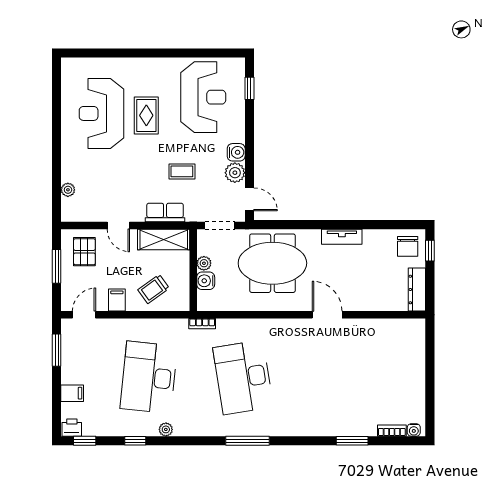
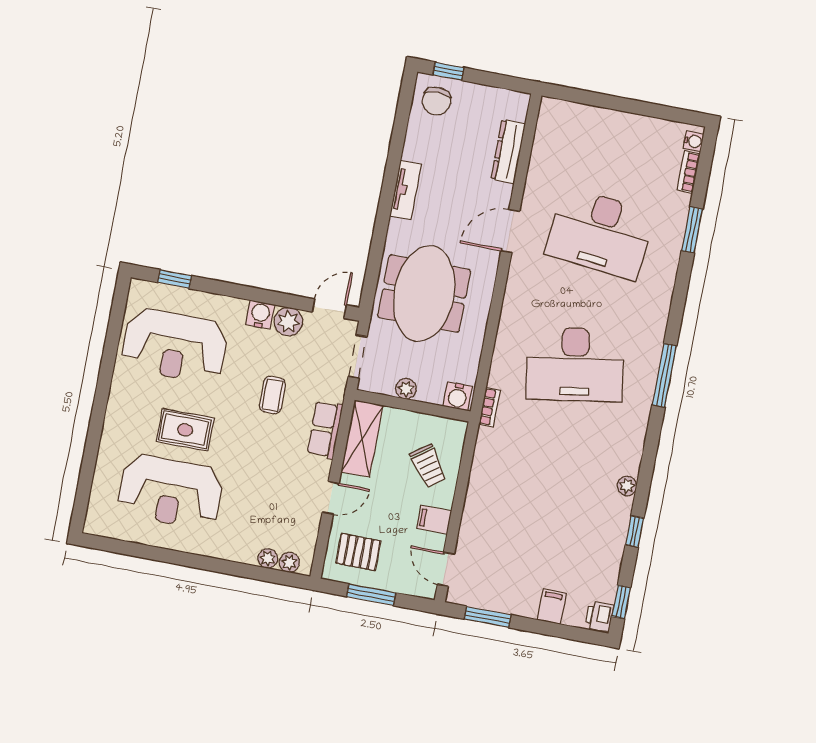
reception desk: (203, 97) -> (175, 346), turned 180
plant: (68, 205) -> (289, 562), added
chair: (408, 246) -> (436, 101), turned 90
water cooler: (206, 281) -> (458, 396), moved
dresser: (417, 290) -> (508, 151), moved, turned 90
desk: (149, 377) -> (600, 233), moved

